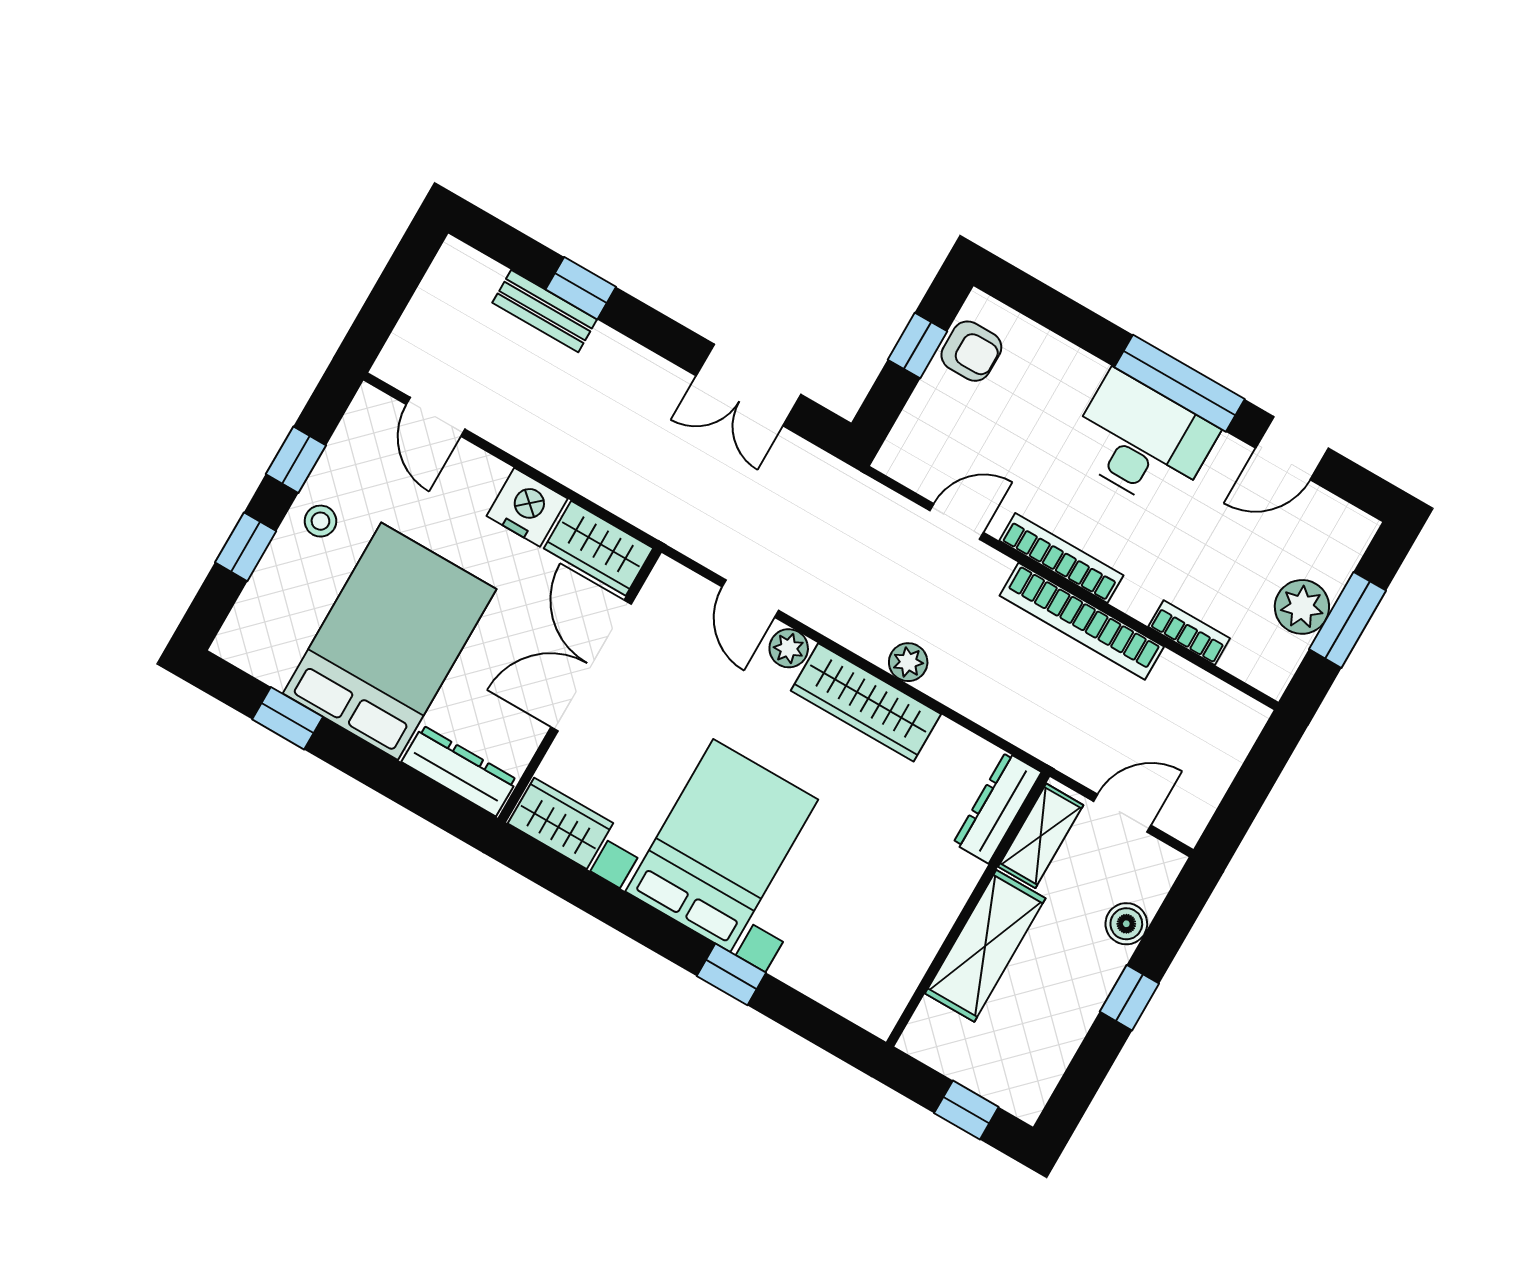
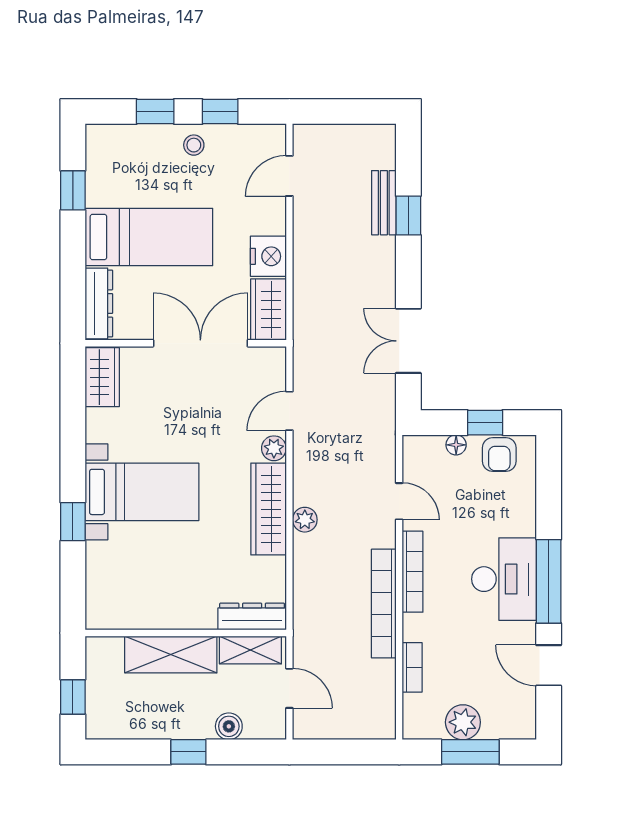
floor lamp: (925, 402) -> (456, 445), added
bed: (390, 641) -> (149, 237), width x0.67
bed with nightstands: (722, 845) -> (142, 492), width x0.73

